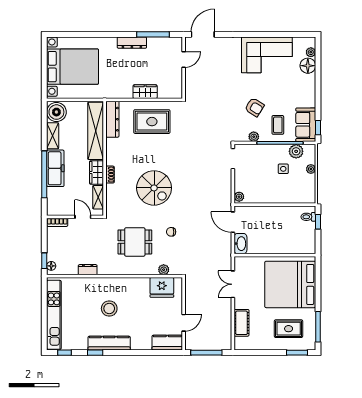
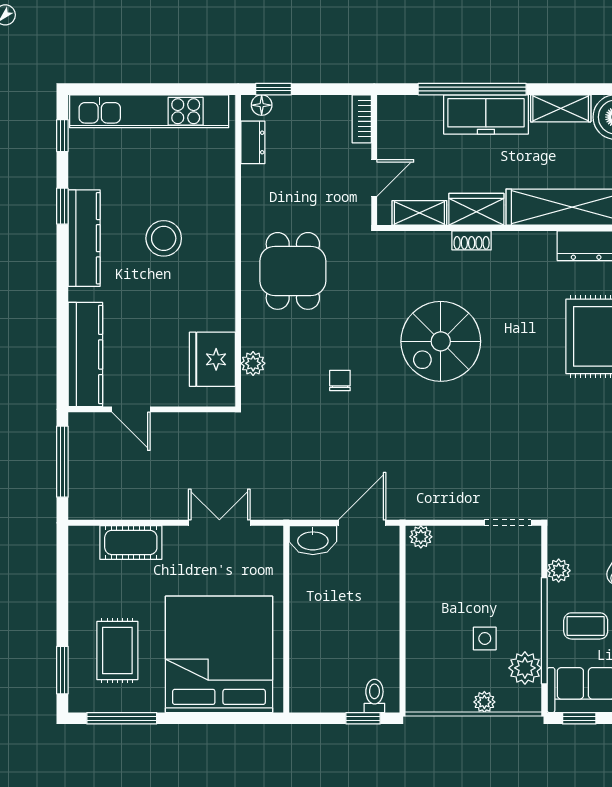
dining table: (135, 242) -> (293, 271), moved
dresser: (88, 270) -> (253, 142), moved
kitchen counter: (167, 343) -> (85, 354), width x1.50

